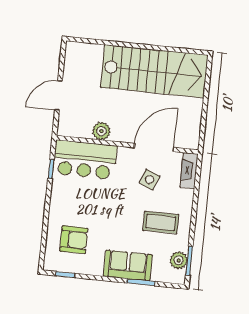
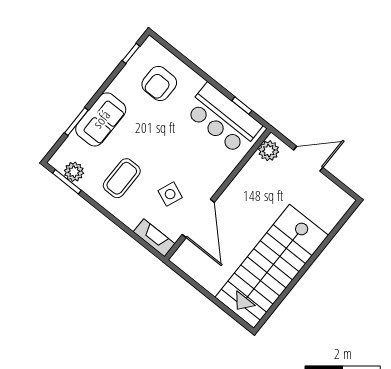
door: (58, 95) -> (308, 159), hinge flipped
plant: (101, 131) -> (269, 151), moved
bar counter: (85, 160) -> (223, 119), moved, turned -90

